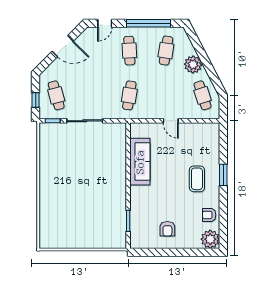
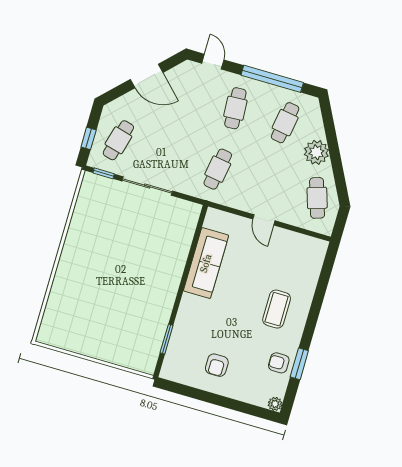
door: (105, 23) -> (213, 62), swing flipped
cafe table: (56, 95) -> (118, 140), turned 30
window: (223, 175) -> (299, 364), moved
plant: (210, 239) -> (275, 404), width x0.53, depth x0.53

